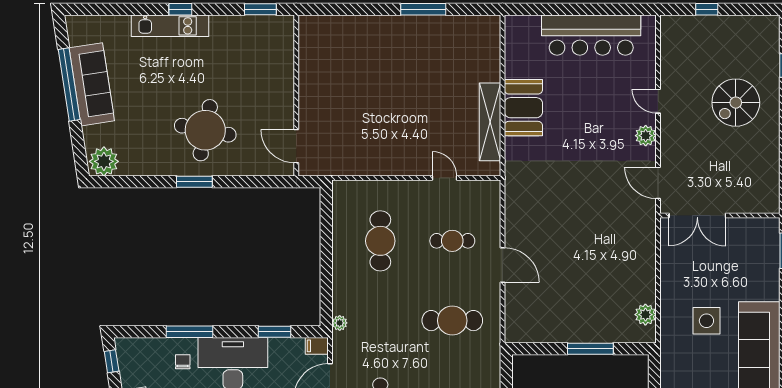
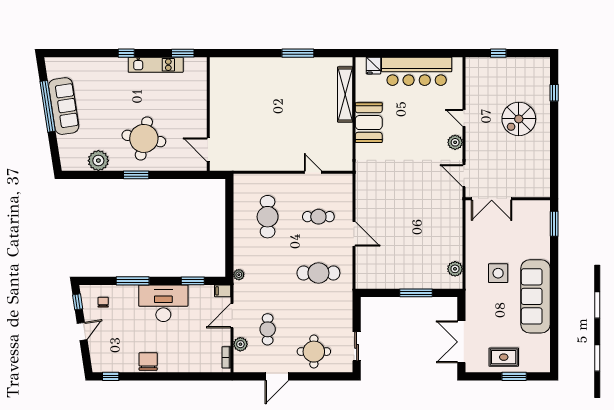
kitchen unit: (170, 26) -> (156, 65), moved
fridge: (530, 27) -> (373, 66), added
shelving: (490, 122) -> (345, 94), moved
plant: (104, 161) -> (98, 161), moved
chair: (183, 362) -> (103, 302), moved

